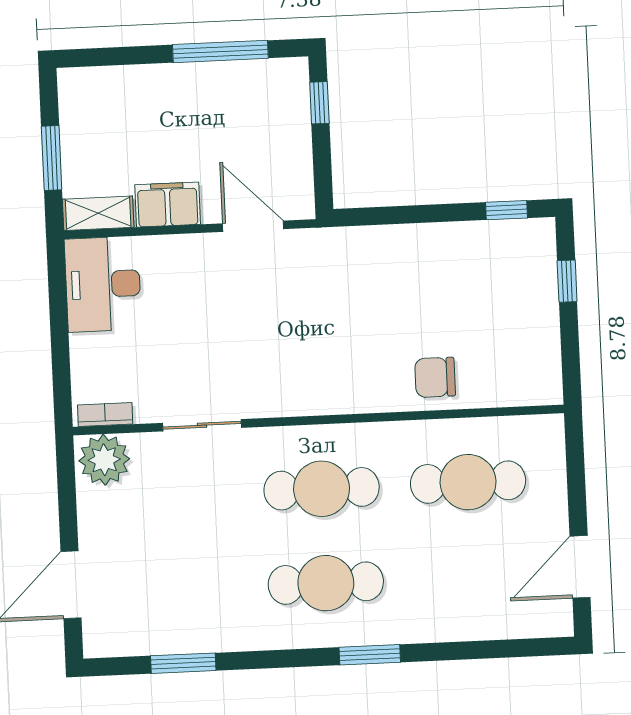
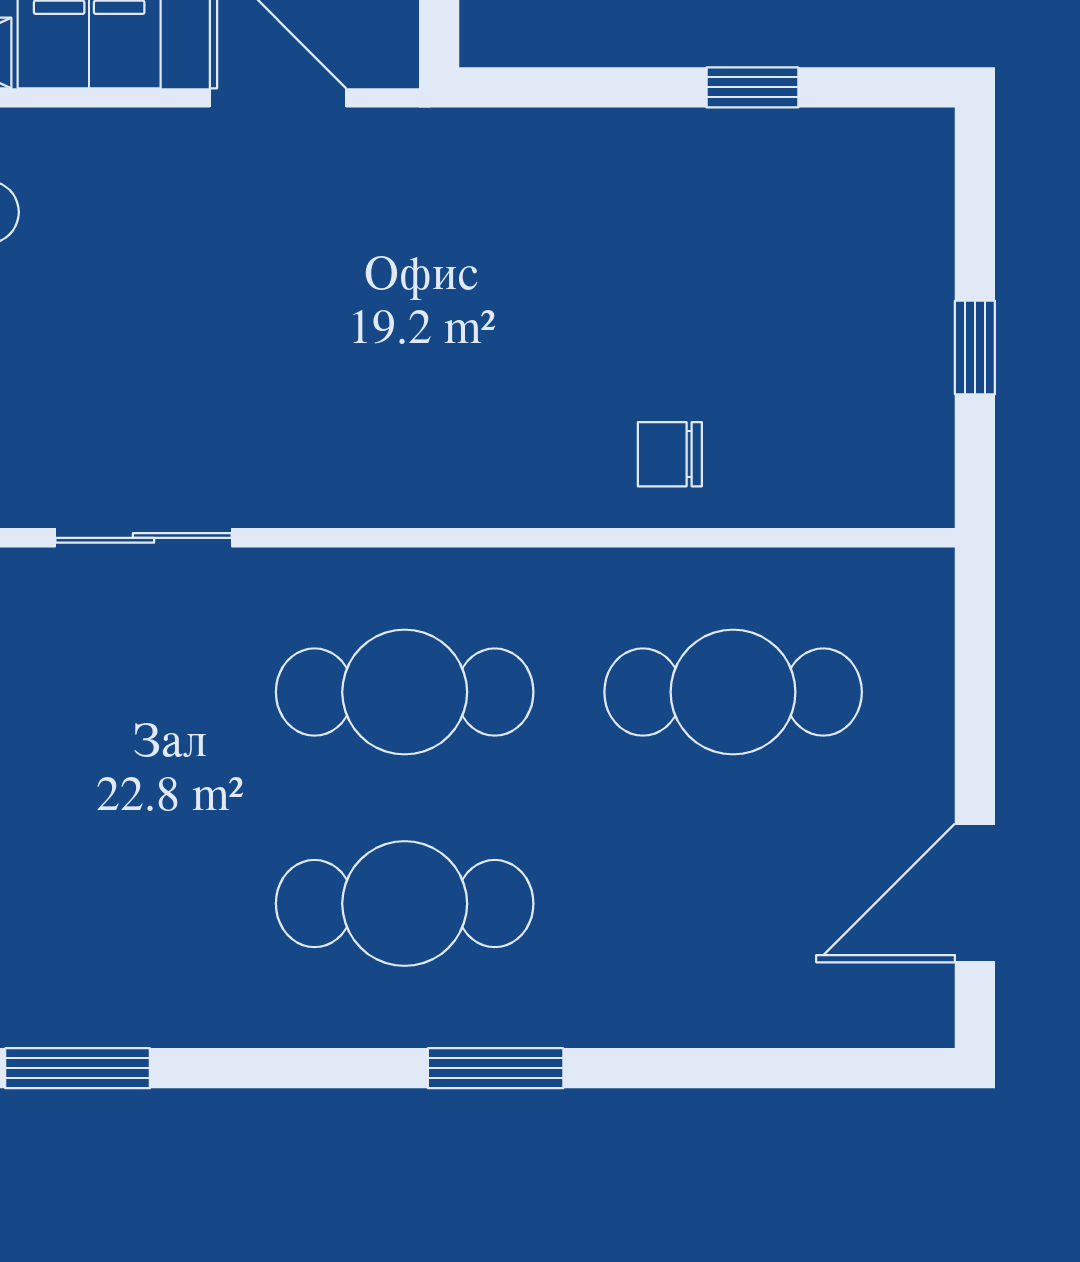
window: (507, 210) -> (752, 87), moved
window: (567, 281) -> (975, 347), moved
chair: (435, 377) -> (670, 454), width x0.73, depth x0.73

